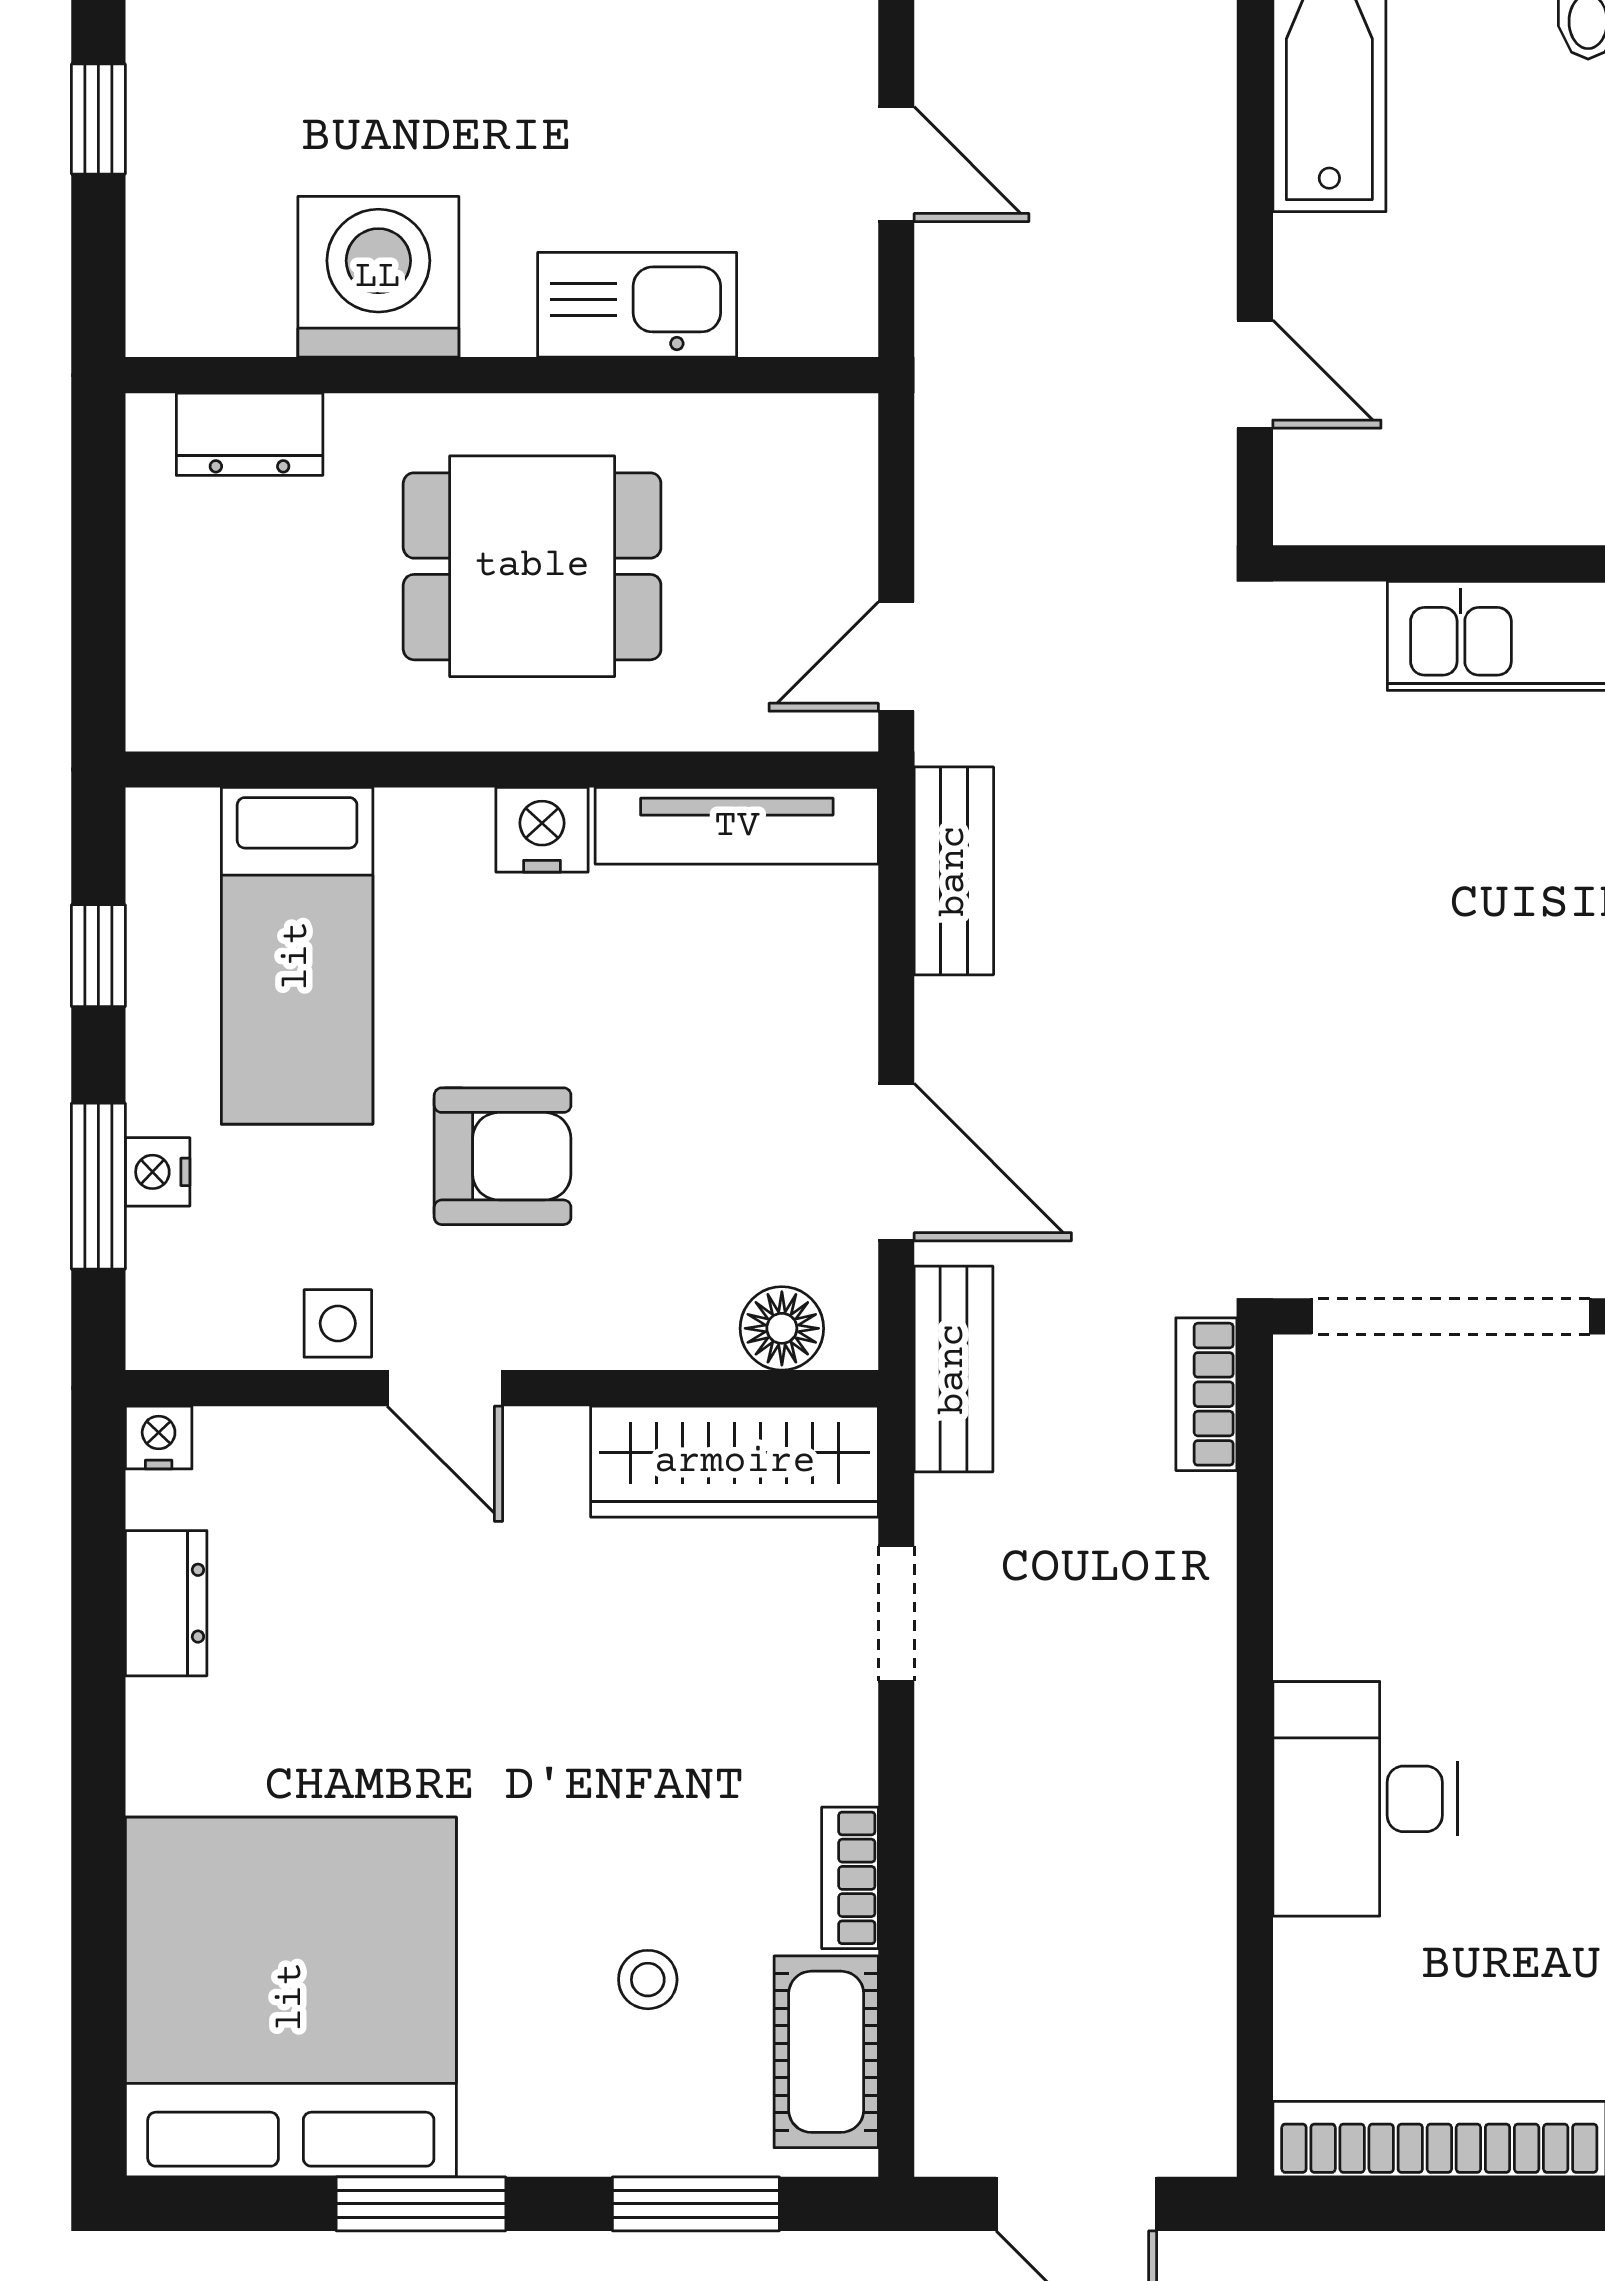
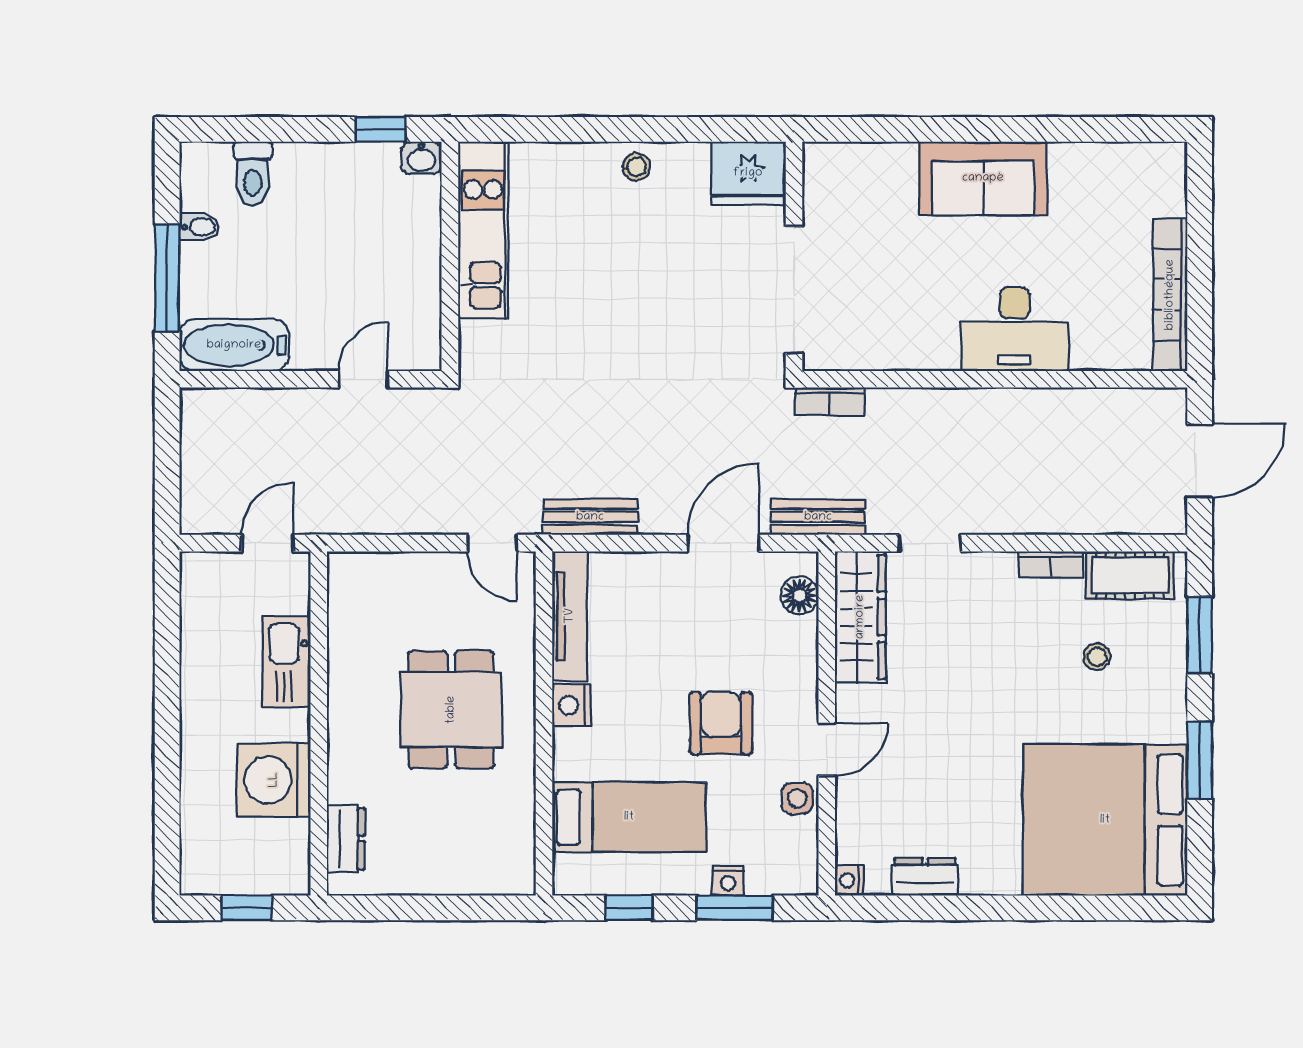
washing machine: (378, 277) -> (274, 780), moved
kitchen sink: (637, 305) -> (287, 662), moved
wall: (502, 375) -> (319, 723), moved
dresser: (250, 434) -> (346, 839), moved

